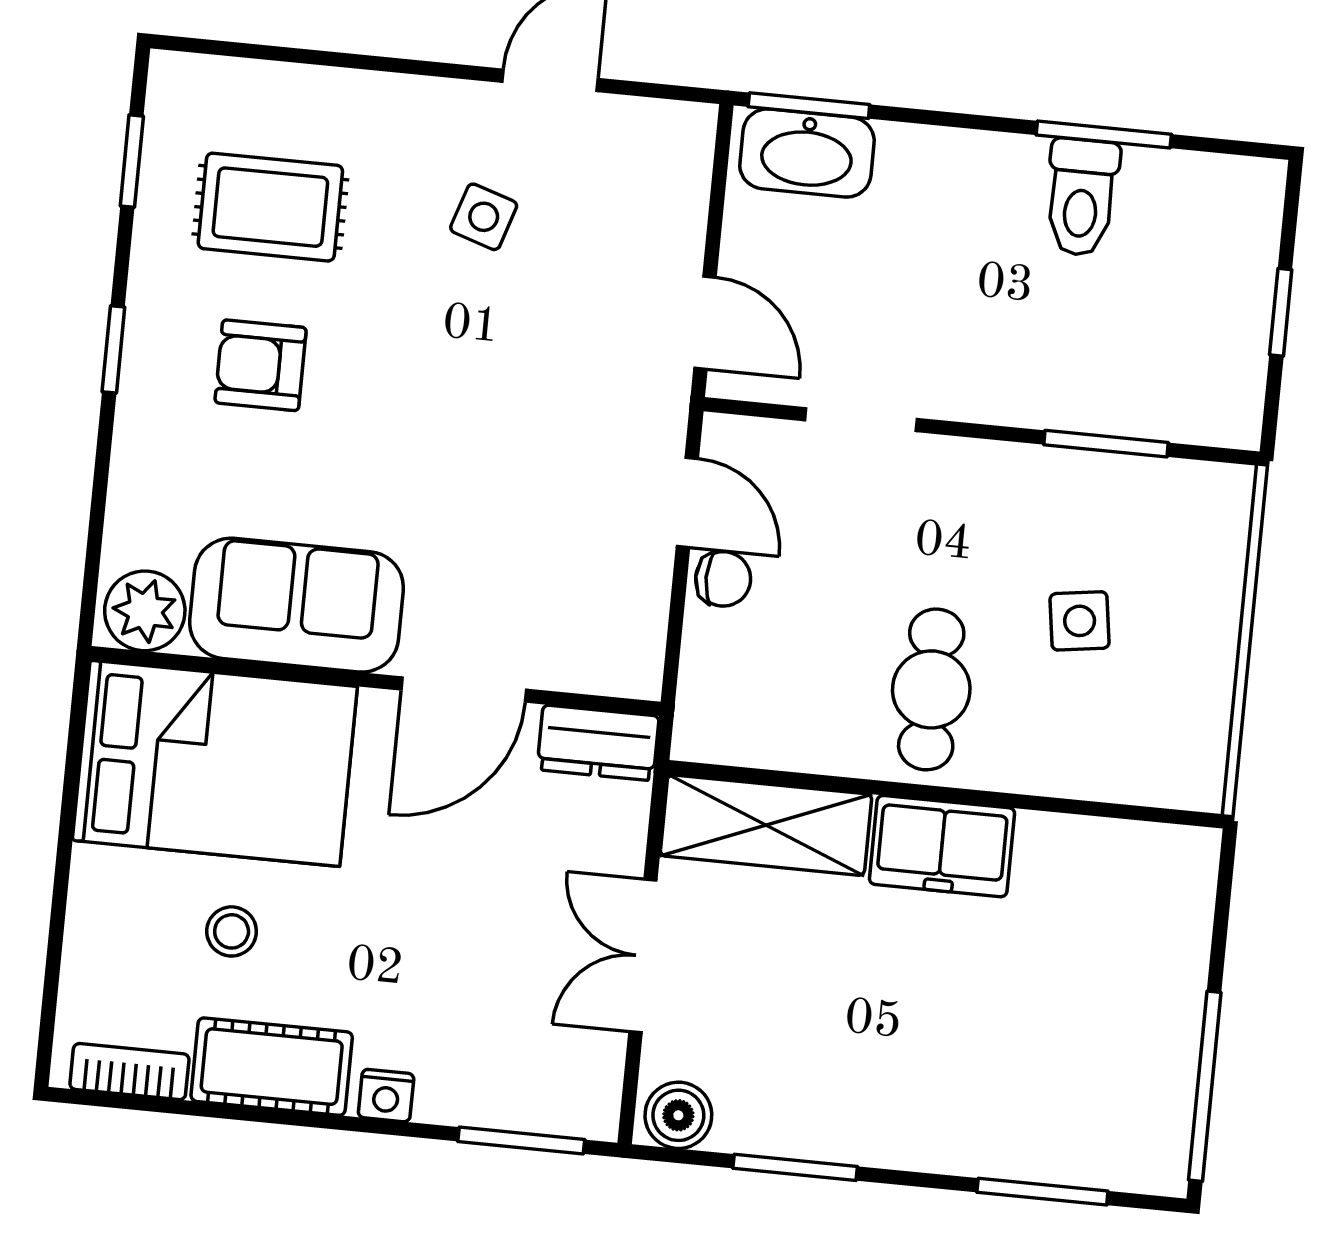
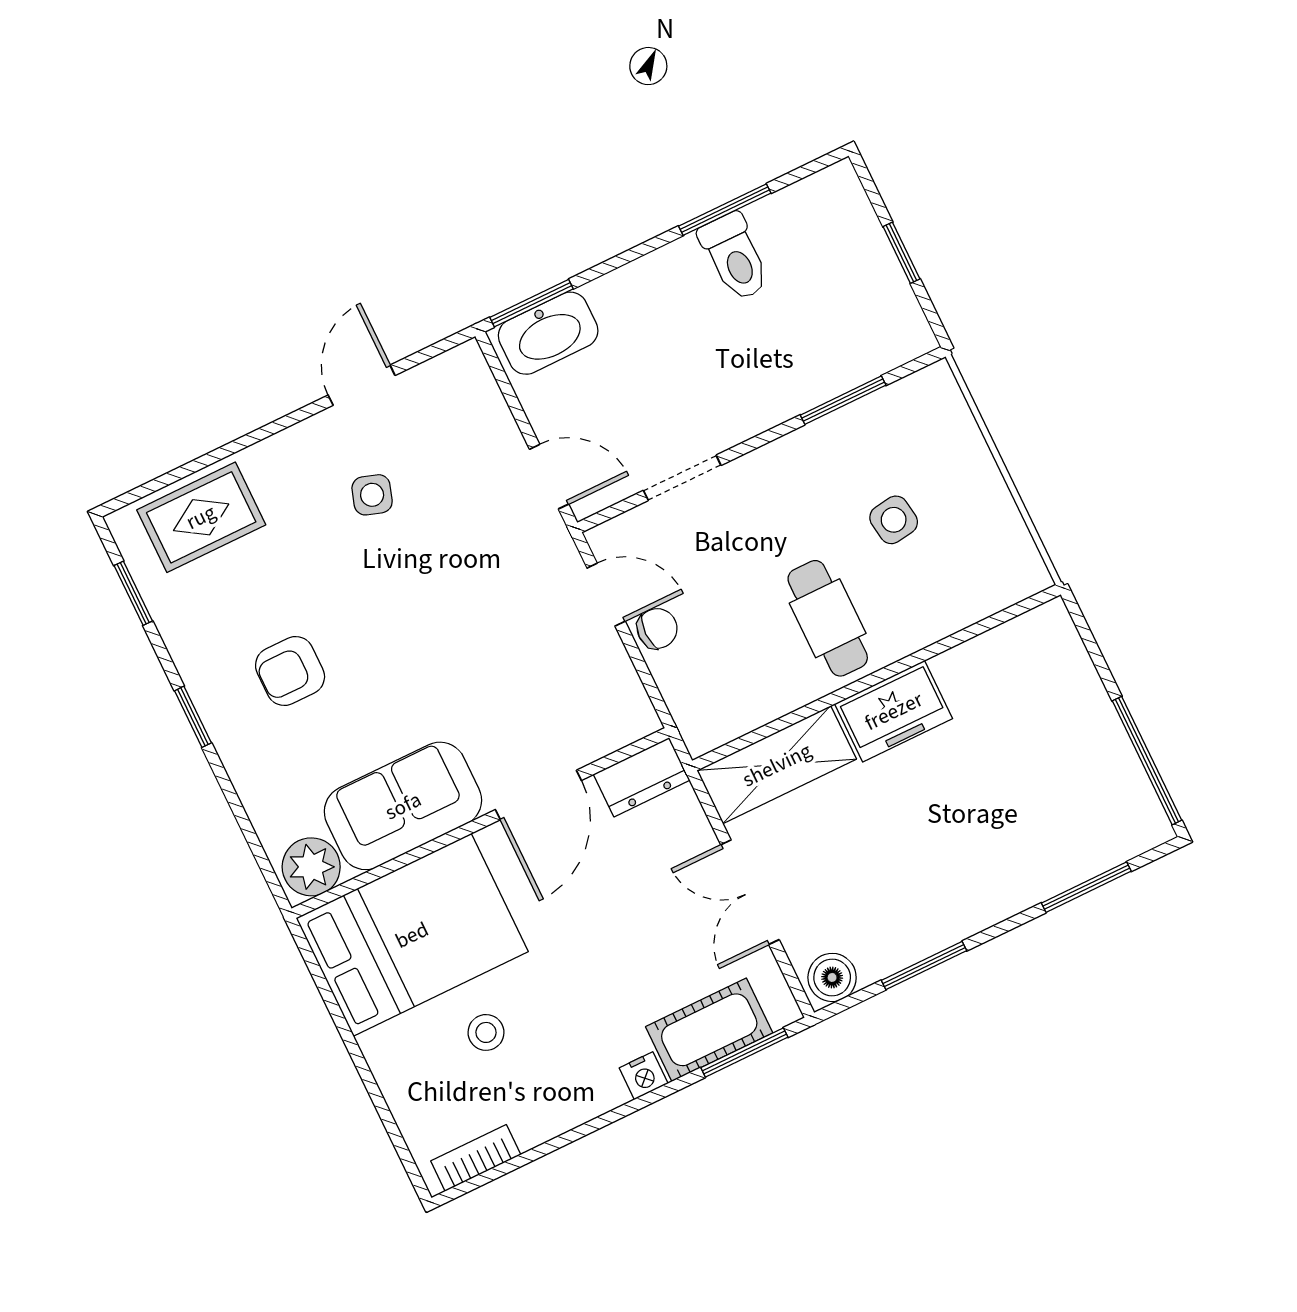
rug: (270, 207) -> (201, 517), moved
cot: (272, 1067) -> (709, 1030), moved

